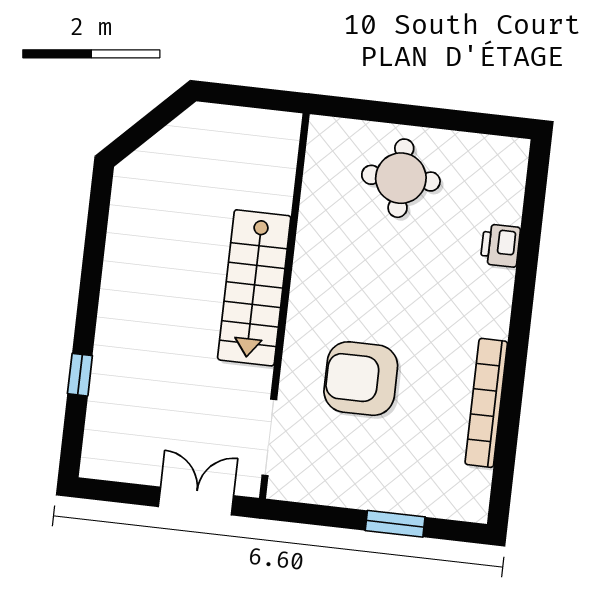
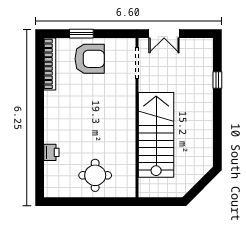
stairs: (254, 288) -> (156, 135), width x1.36, depth x1.51
armchair: (361, 379) -> (90, 59), moved
bookcase: (486, 403) -> (50, 64), moved

